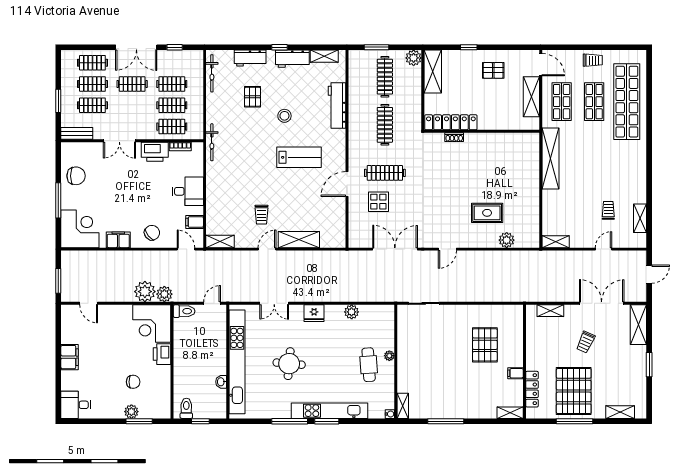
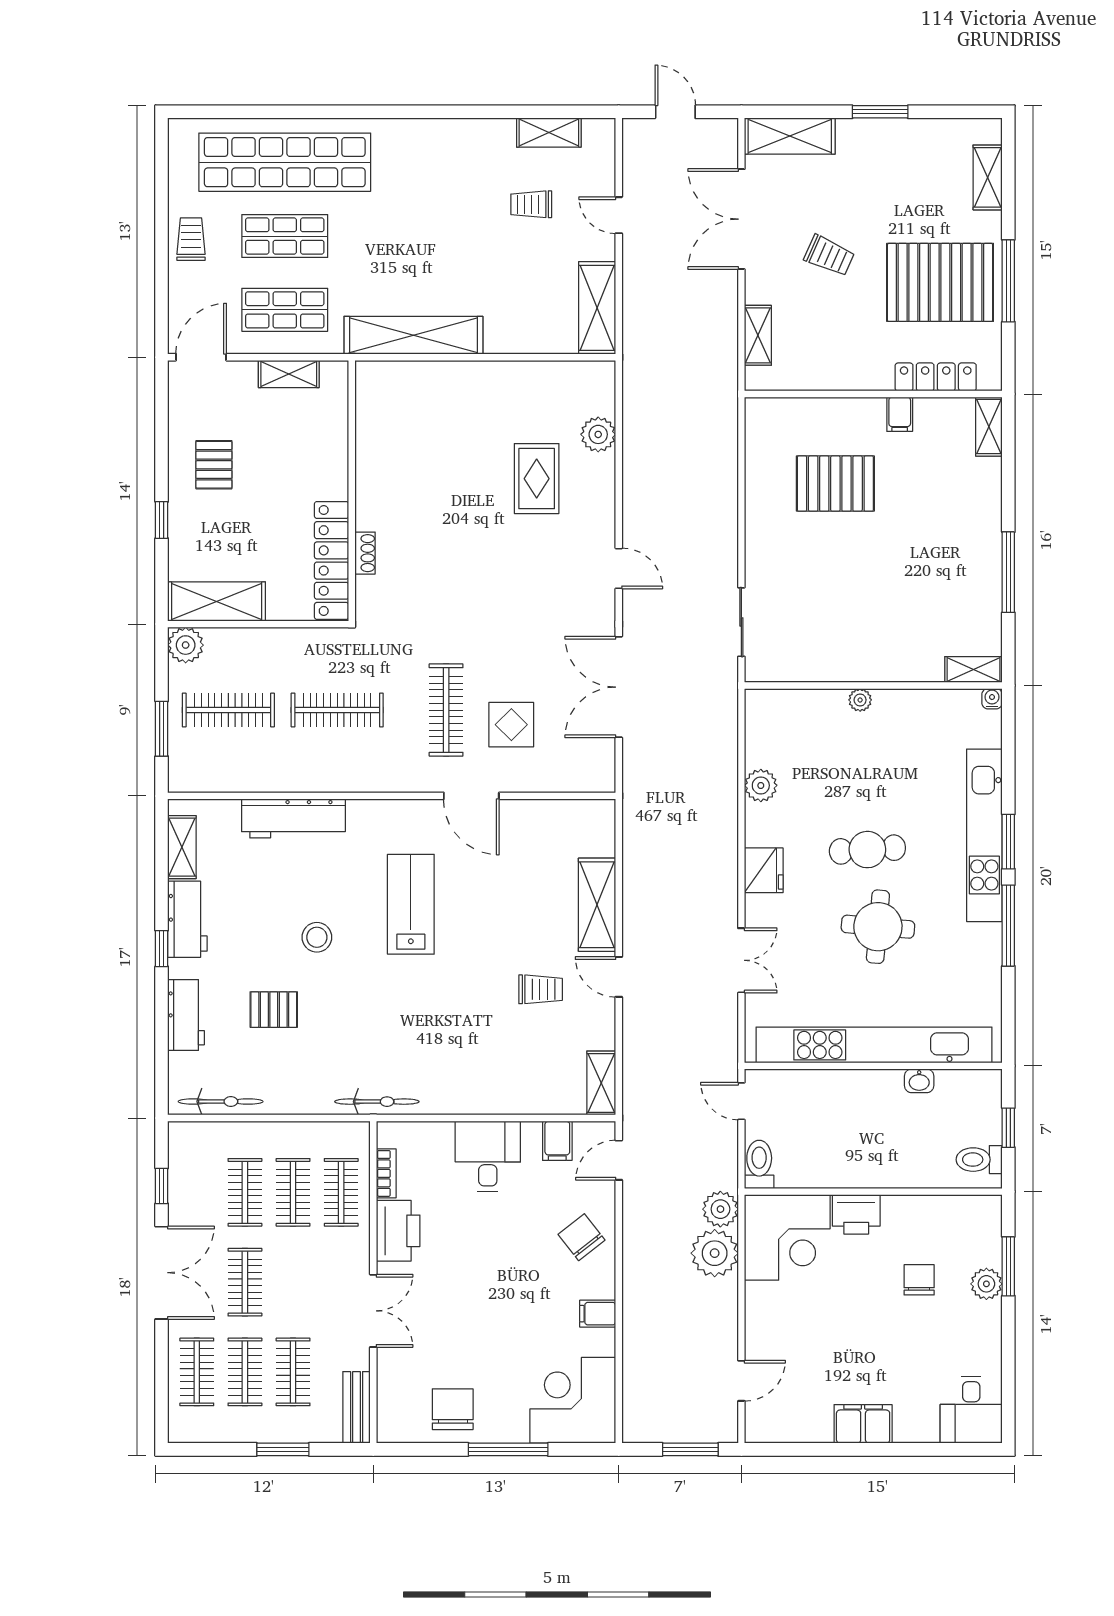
shelving: (531, 97) -> (289, 374), width x0.67, depth x0.75
filing cabinet: (118, 240) -> (598, 1314), width x0.50
shelving: (556, 242) -> (597, 308), width x1.50, depth x1.33
cafe table: (369, 365) -> (867, 850), moved

